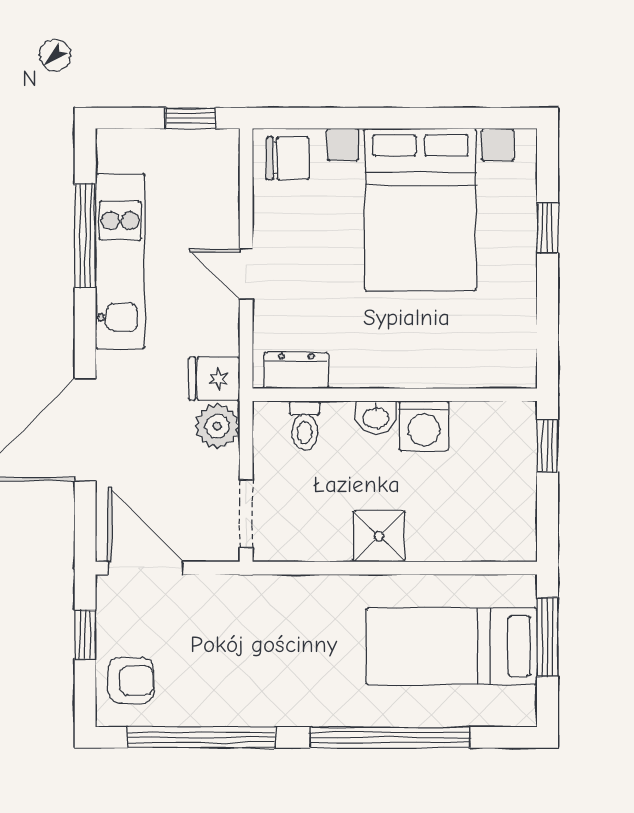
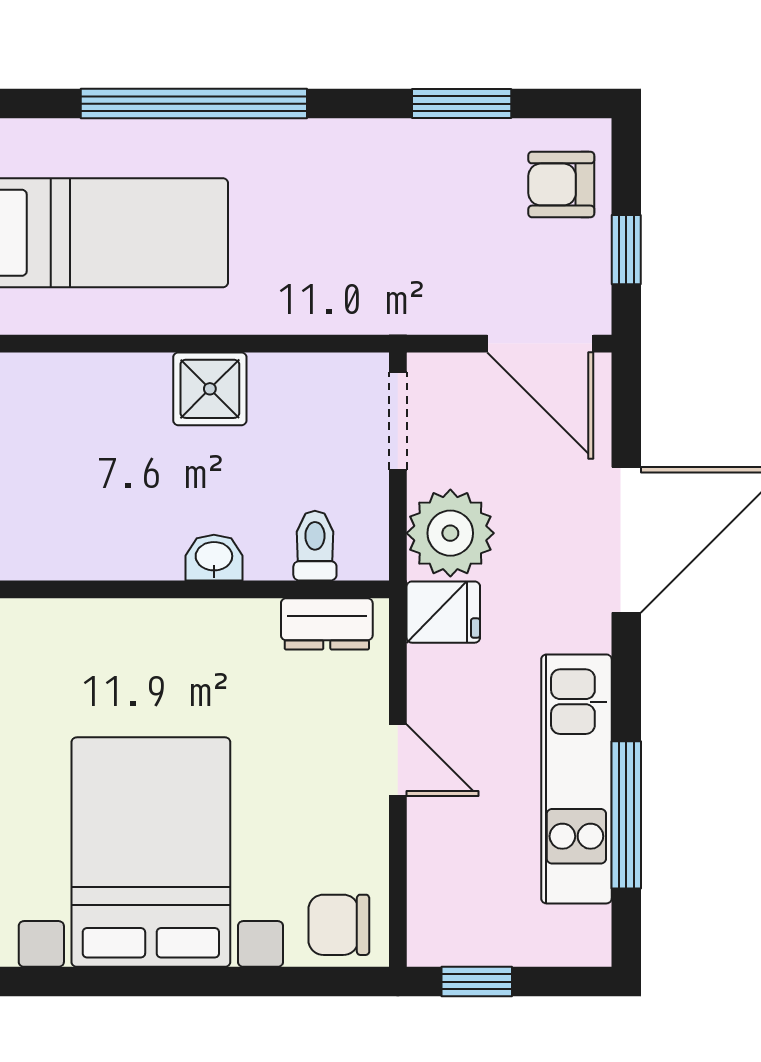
plant: (217, 426) -> (450, 533), width x1.36, depth x1.36
washing machine: (424, 426) -> (146, 545), removed
window: (201, 737) -> (462, 104), width x0.47

